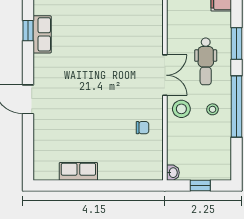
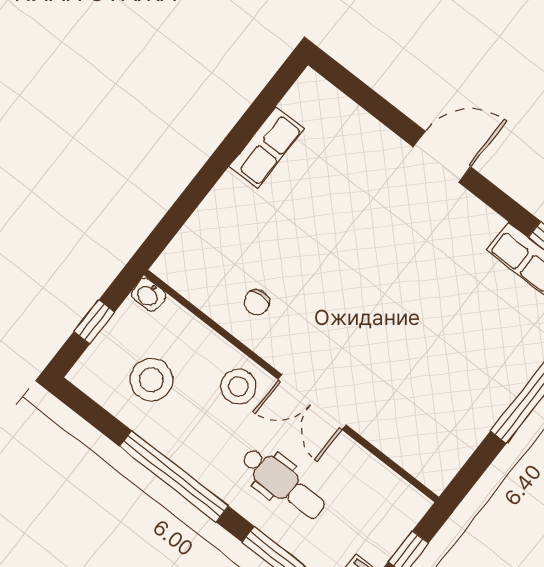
dental chair: (206, 61) -> (283, 483), turned 180
stool: (213, 109) -> (151, 380), moved, width x1.89, depth x1.89

